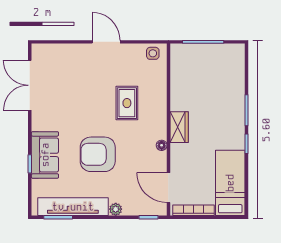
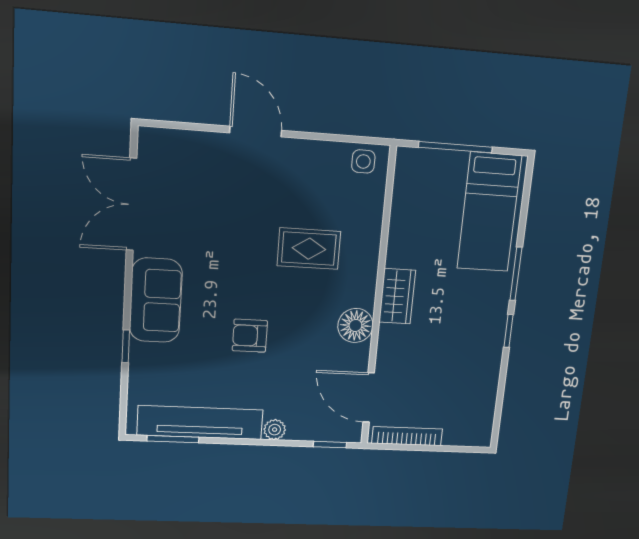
door: (106, 42) -> (256, 132), moved
rug: (127, 103) -> (309, 249), turned 90
floor lamp: (162, 145) -> (355, 325), width x1.89, depth x1.89
armchair: (98, 154) -> (250, 336), width x0.53, depth x0.53
sofa: (45, 155) -> (156, 300), moved
bed: (230, 183) -> (489, 212), moved, turned 180

